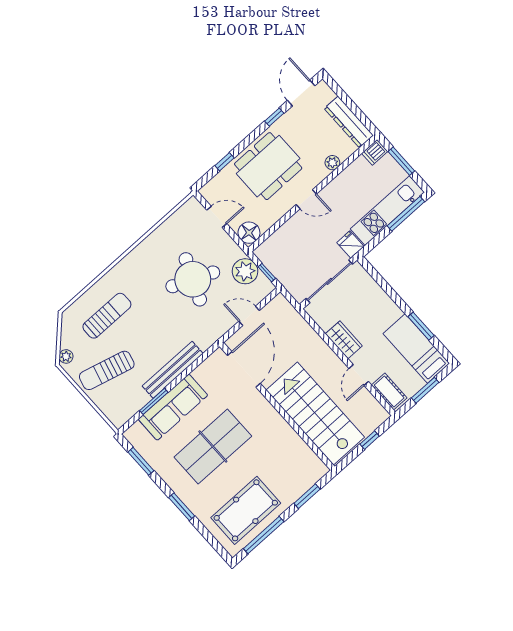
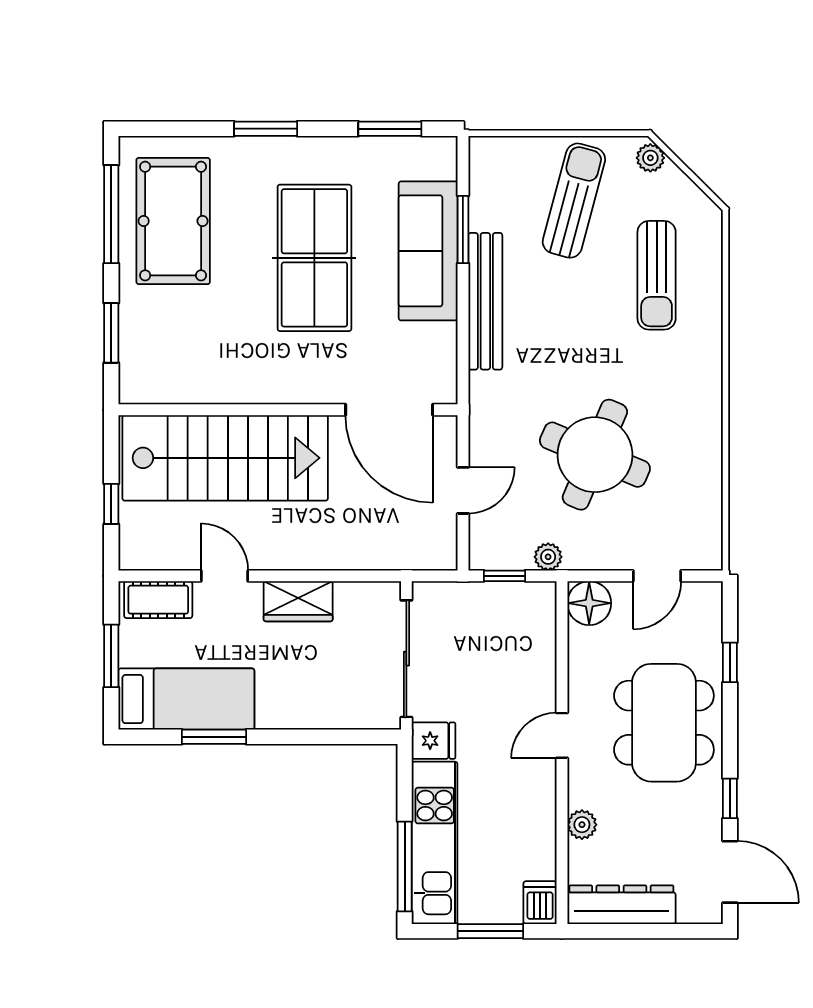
plant: (245, 271) -> (548, 557), width x0.53, depth x0.53

